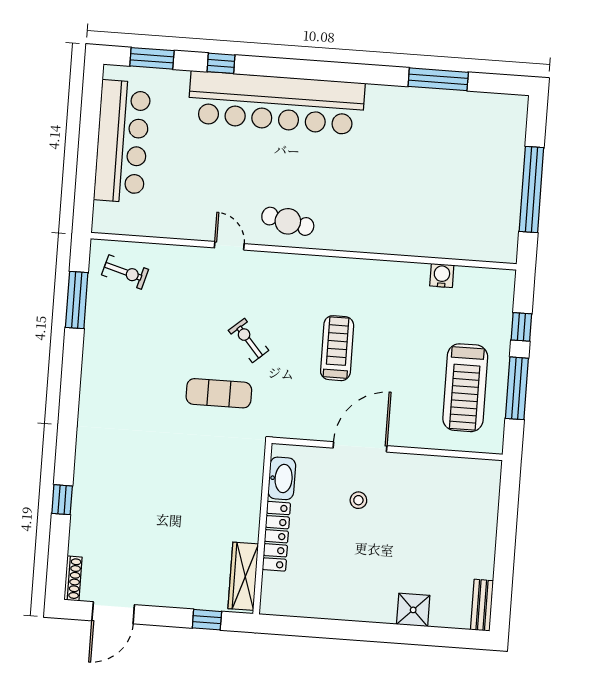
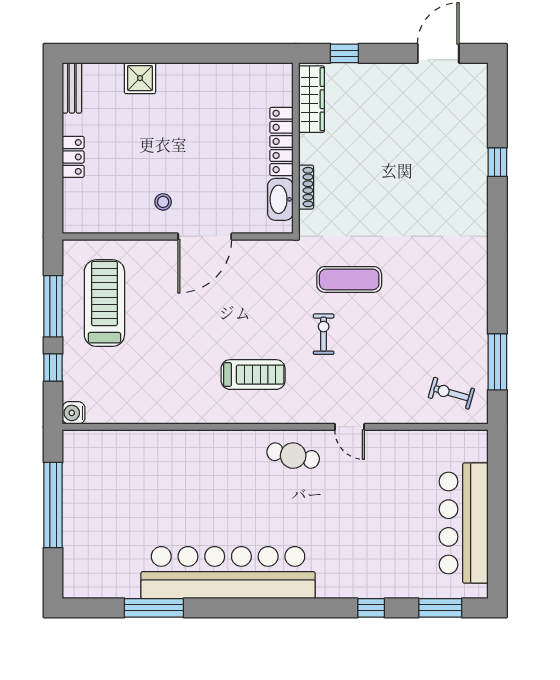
bar counter: (276, 103) -> (228, 573), moved
water cooler: (442, 275) -> (74, 413), moved, turned 90
exercise bike: (248, 340) -> (324, 334), turned -139
treadmill: (337, 348) -> (253, 375), moved, turned -90
stool: (358, 500) -> (163, 202), moved
locker: (486, 536) -> (73, 157), added
shoe rack: (73, 579) -> (306, 187), moved, turned 180

